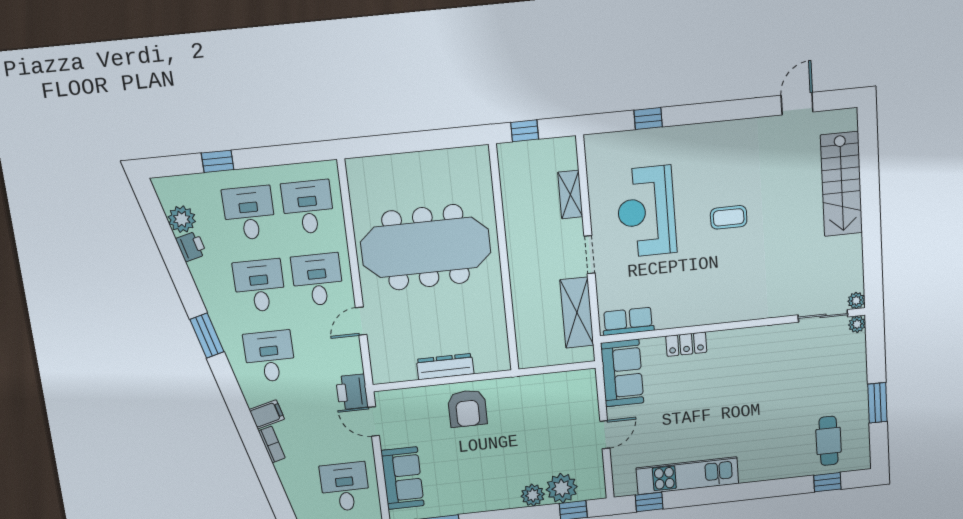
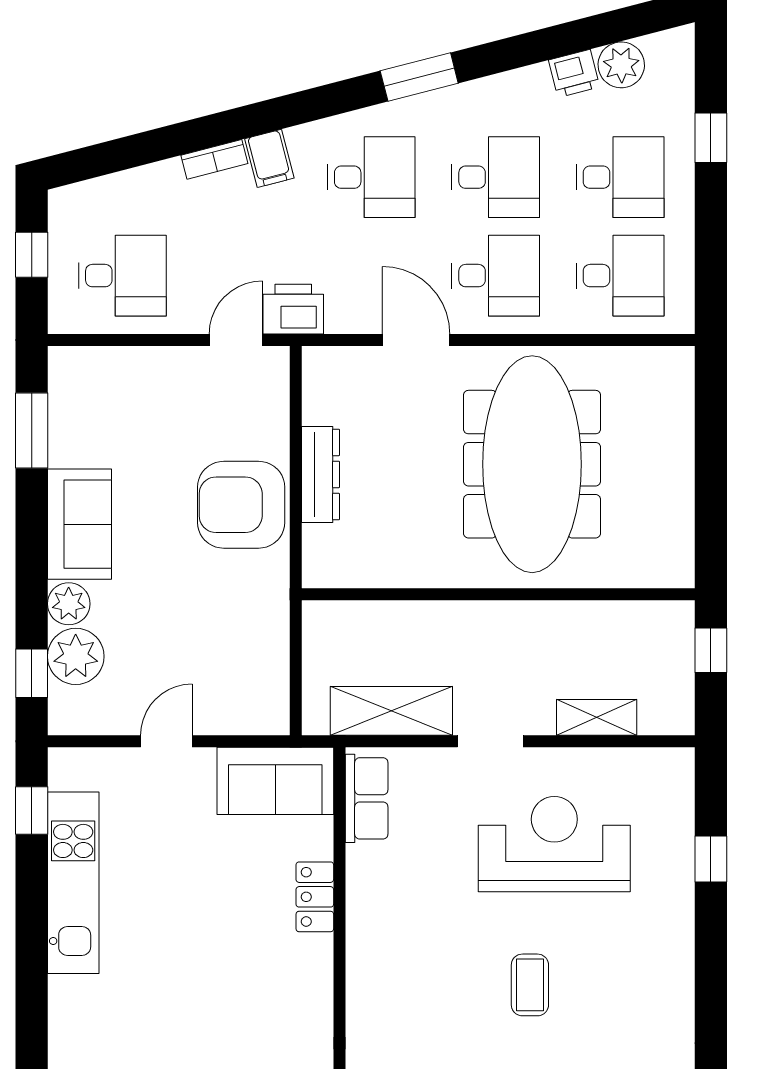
door: (361, 321) -> (416, 340), width x1.38
armchair: (467, 409) -> (241, 505), width x1.36, depth x1.36
door: (605, 435) -> (166, 741), swing flipped
sofa: (403, 478) -> (79, 524), moved, turned -90

